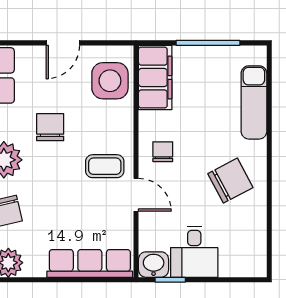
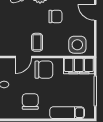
door: (63, 43) -> (95, 12), moved
chair: (163, 152) -> (44, 70), width x1.87, depth x1.87
chair: (230, 181) -> (30, 102), turned -152

